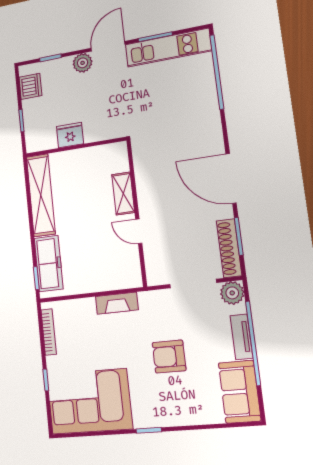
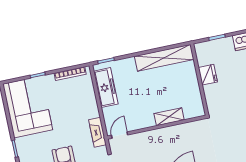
door: (139, 231) -> (120, 135), moved
freezer: (49, 264) -> (106, 88), moved, turned -90
fireplace: (117, 303) -> (97, 132), moved

